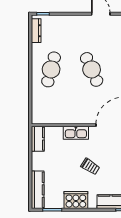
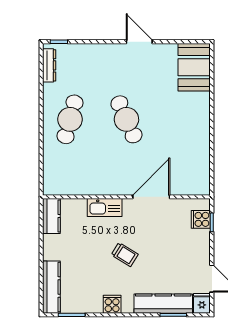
cooker: (76, 200) -> (112, 304), width x0.53, depth x0.76

